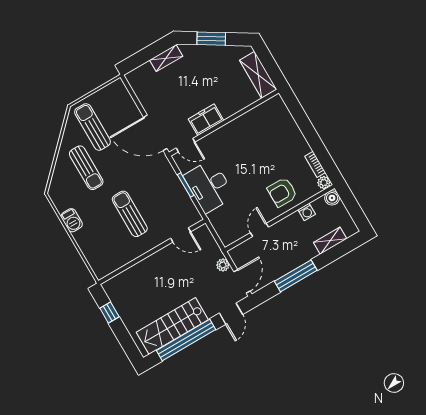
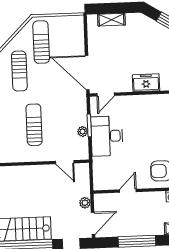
shelving: (166, 58) -> (111, 20), moved
freezer: (206, 120) -> (146, 83), moved
door: (186, 145) -> (106, 95), hinge flipped
plant: (182, 195) -> (83, 131), added

